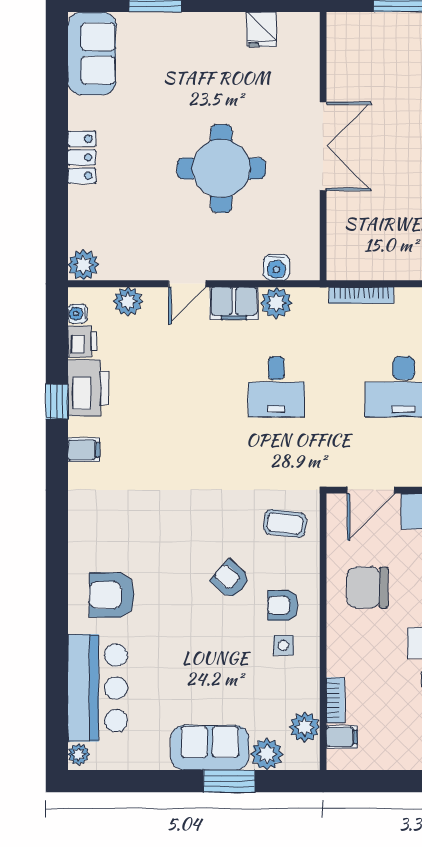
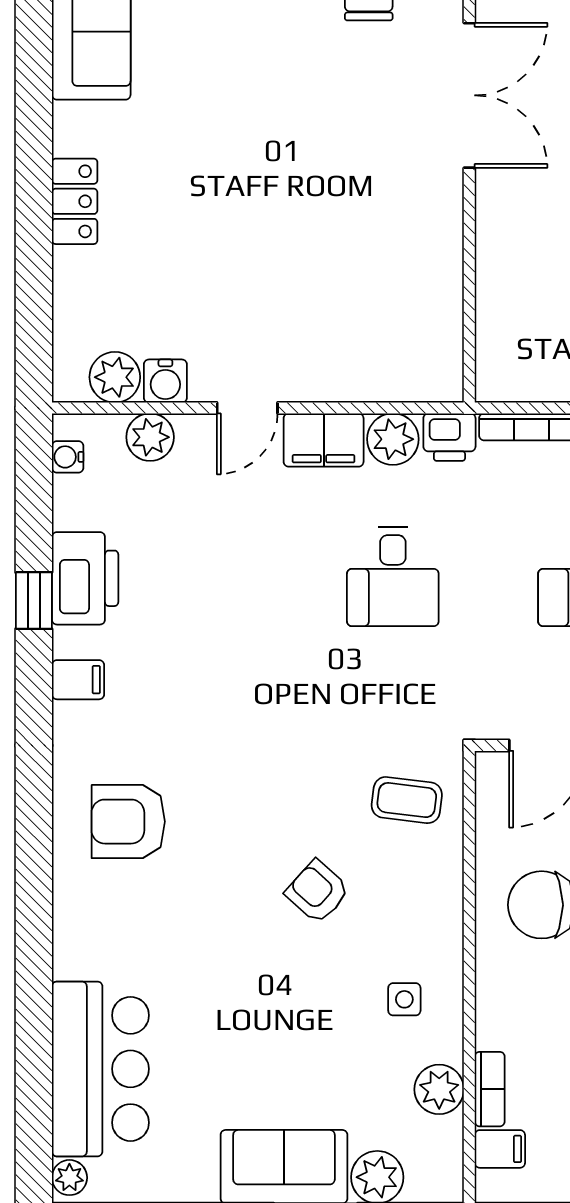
double door: (323, 146) -> (469, 95), moved
round table: (221, 168) -> (303, 220), removed
plant: (83, 265) -> (115, 377), moved
water cooler: (276, 267) -> (165, 381), moved
printer: (82, 341) -> (449, 437), moved, turned 90
armchair: (112, 595) -> (128, 822), moved
armchair: (283, 605) -> (404, 934), removed
plant: (305, 727) -> (439, 1089), moved

